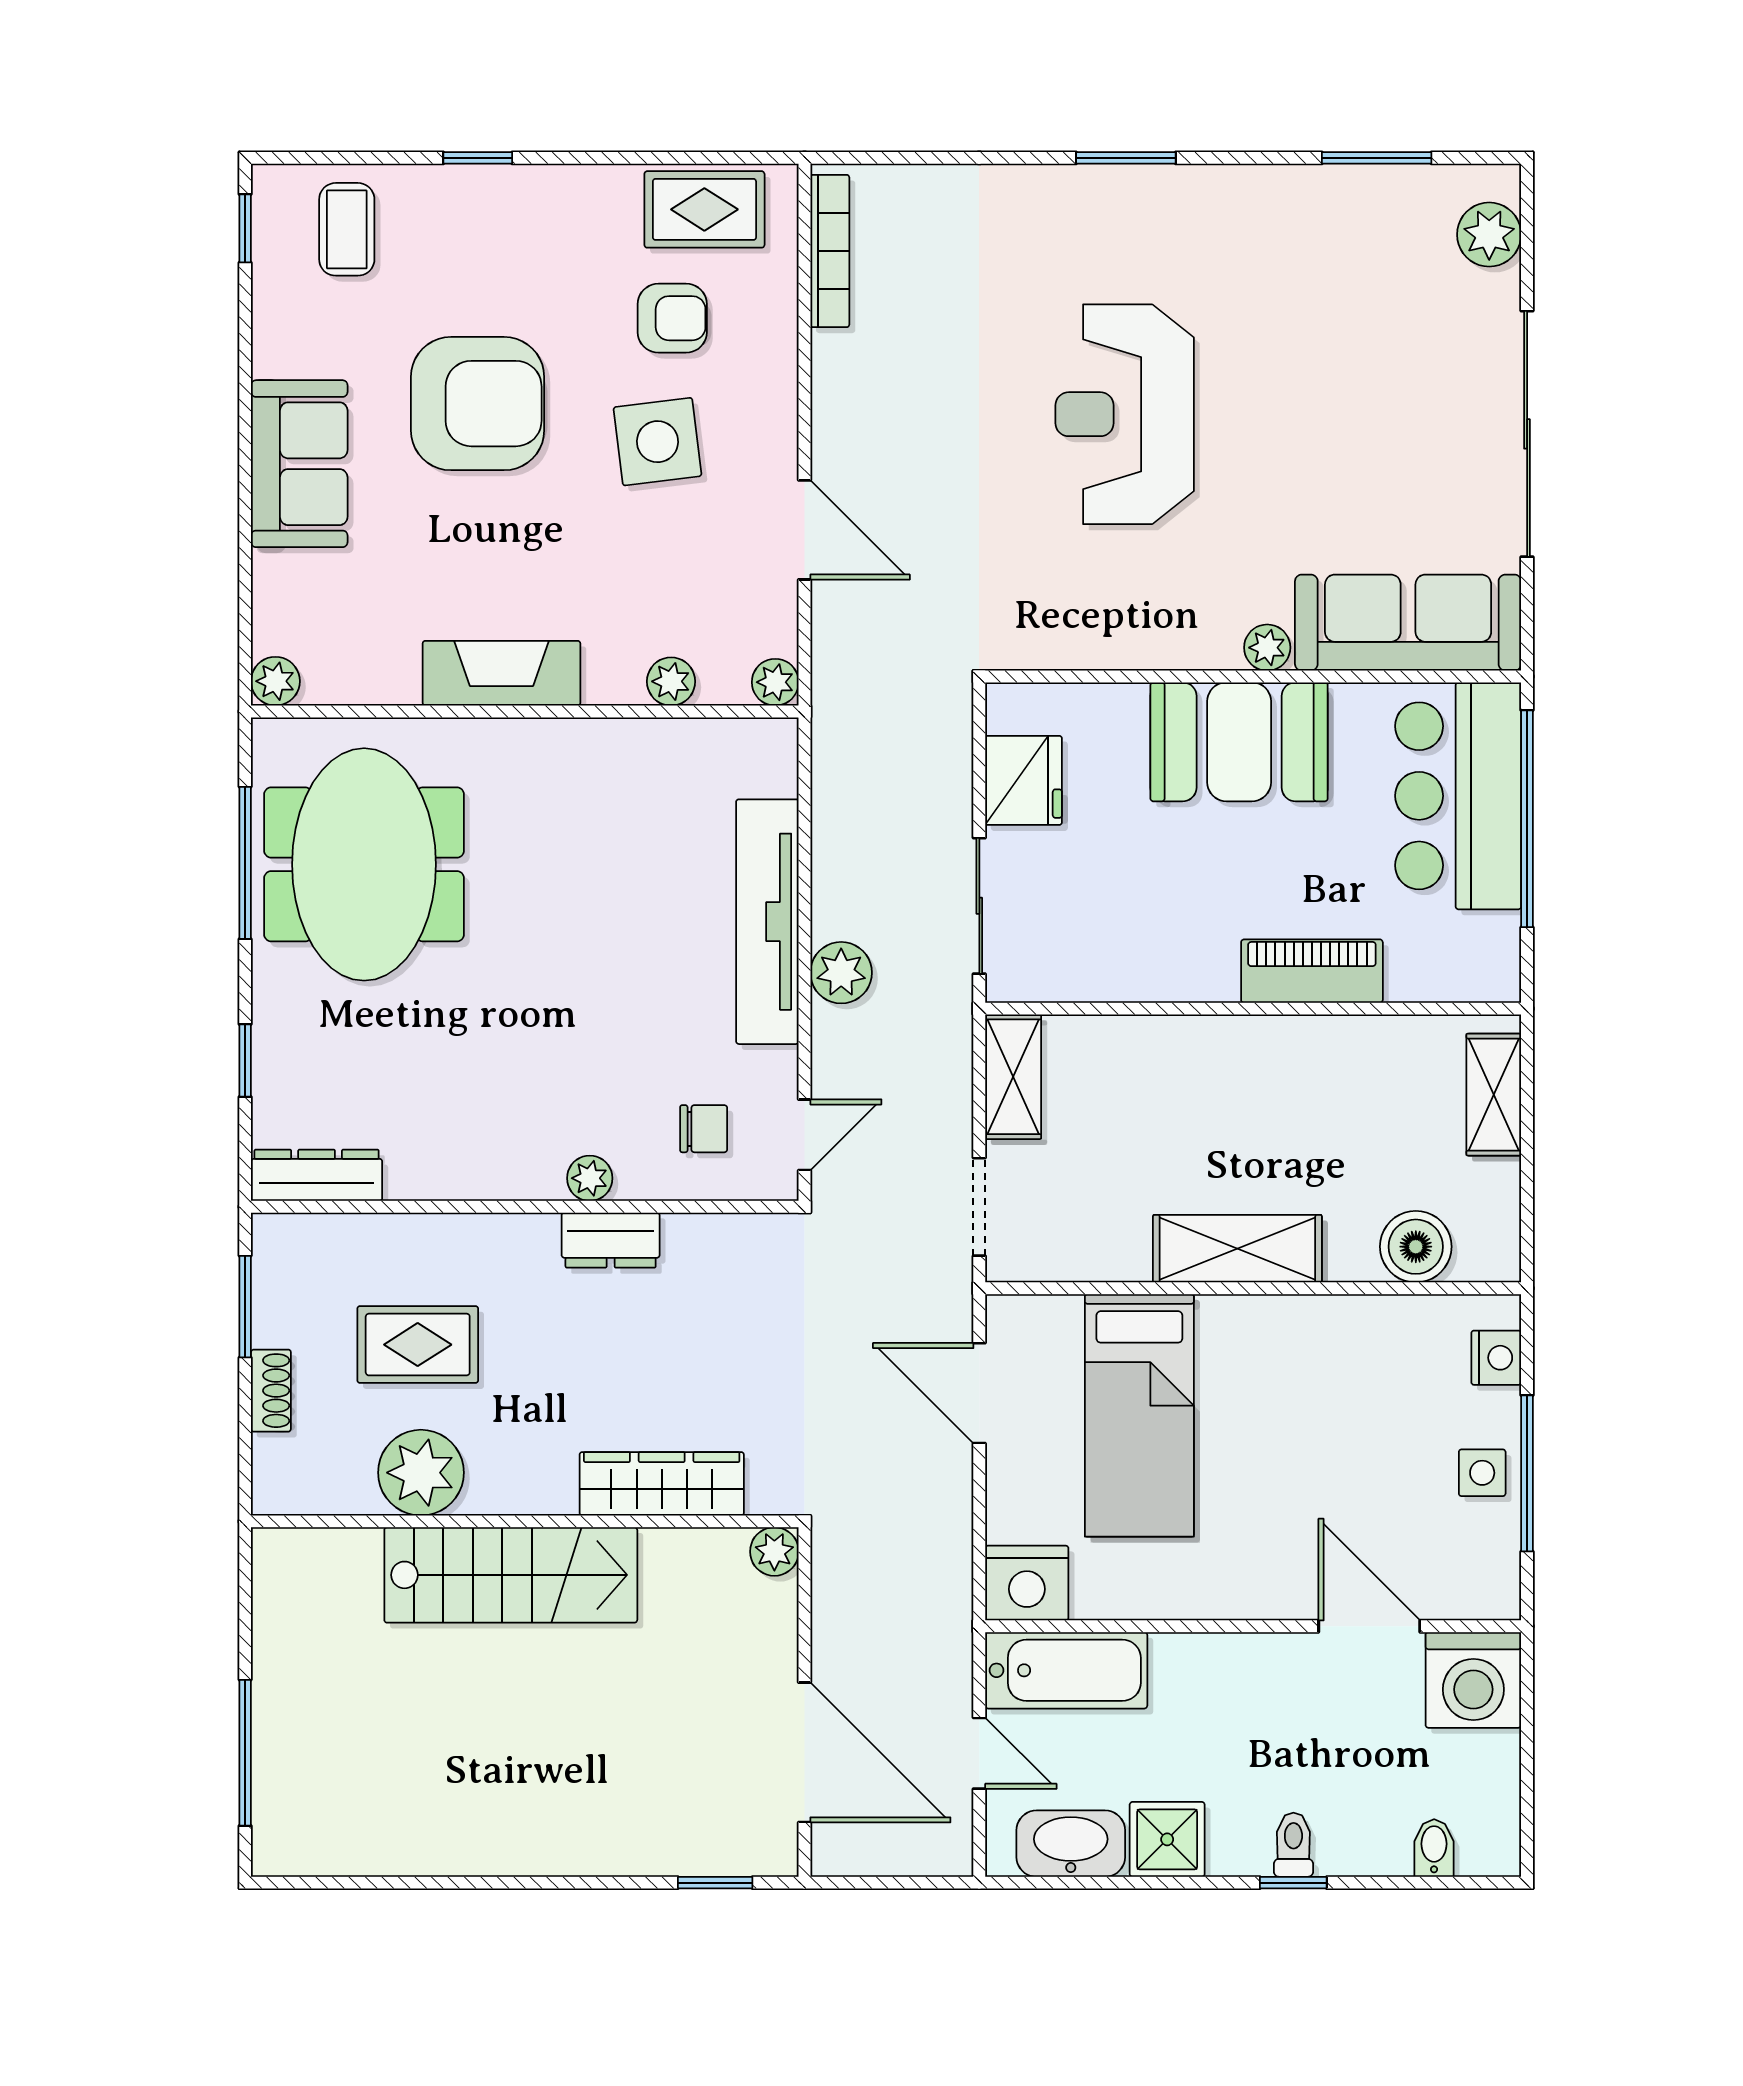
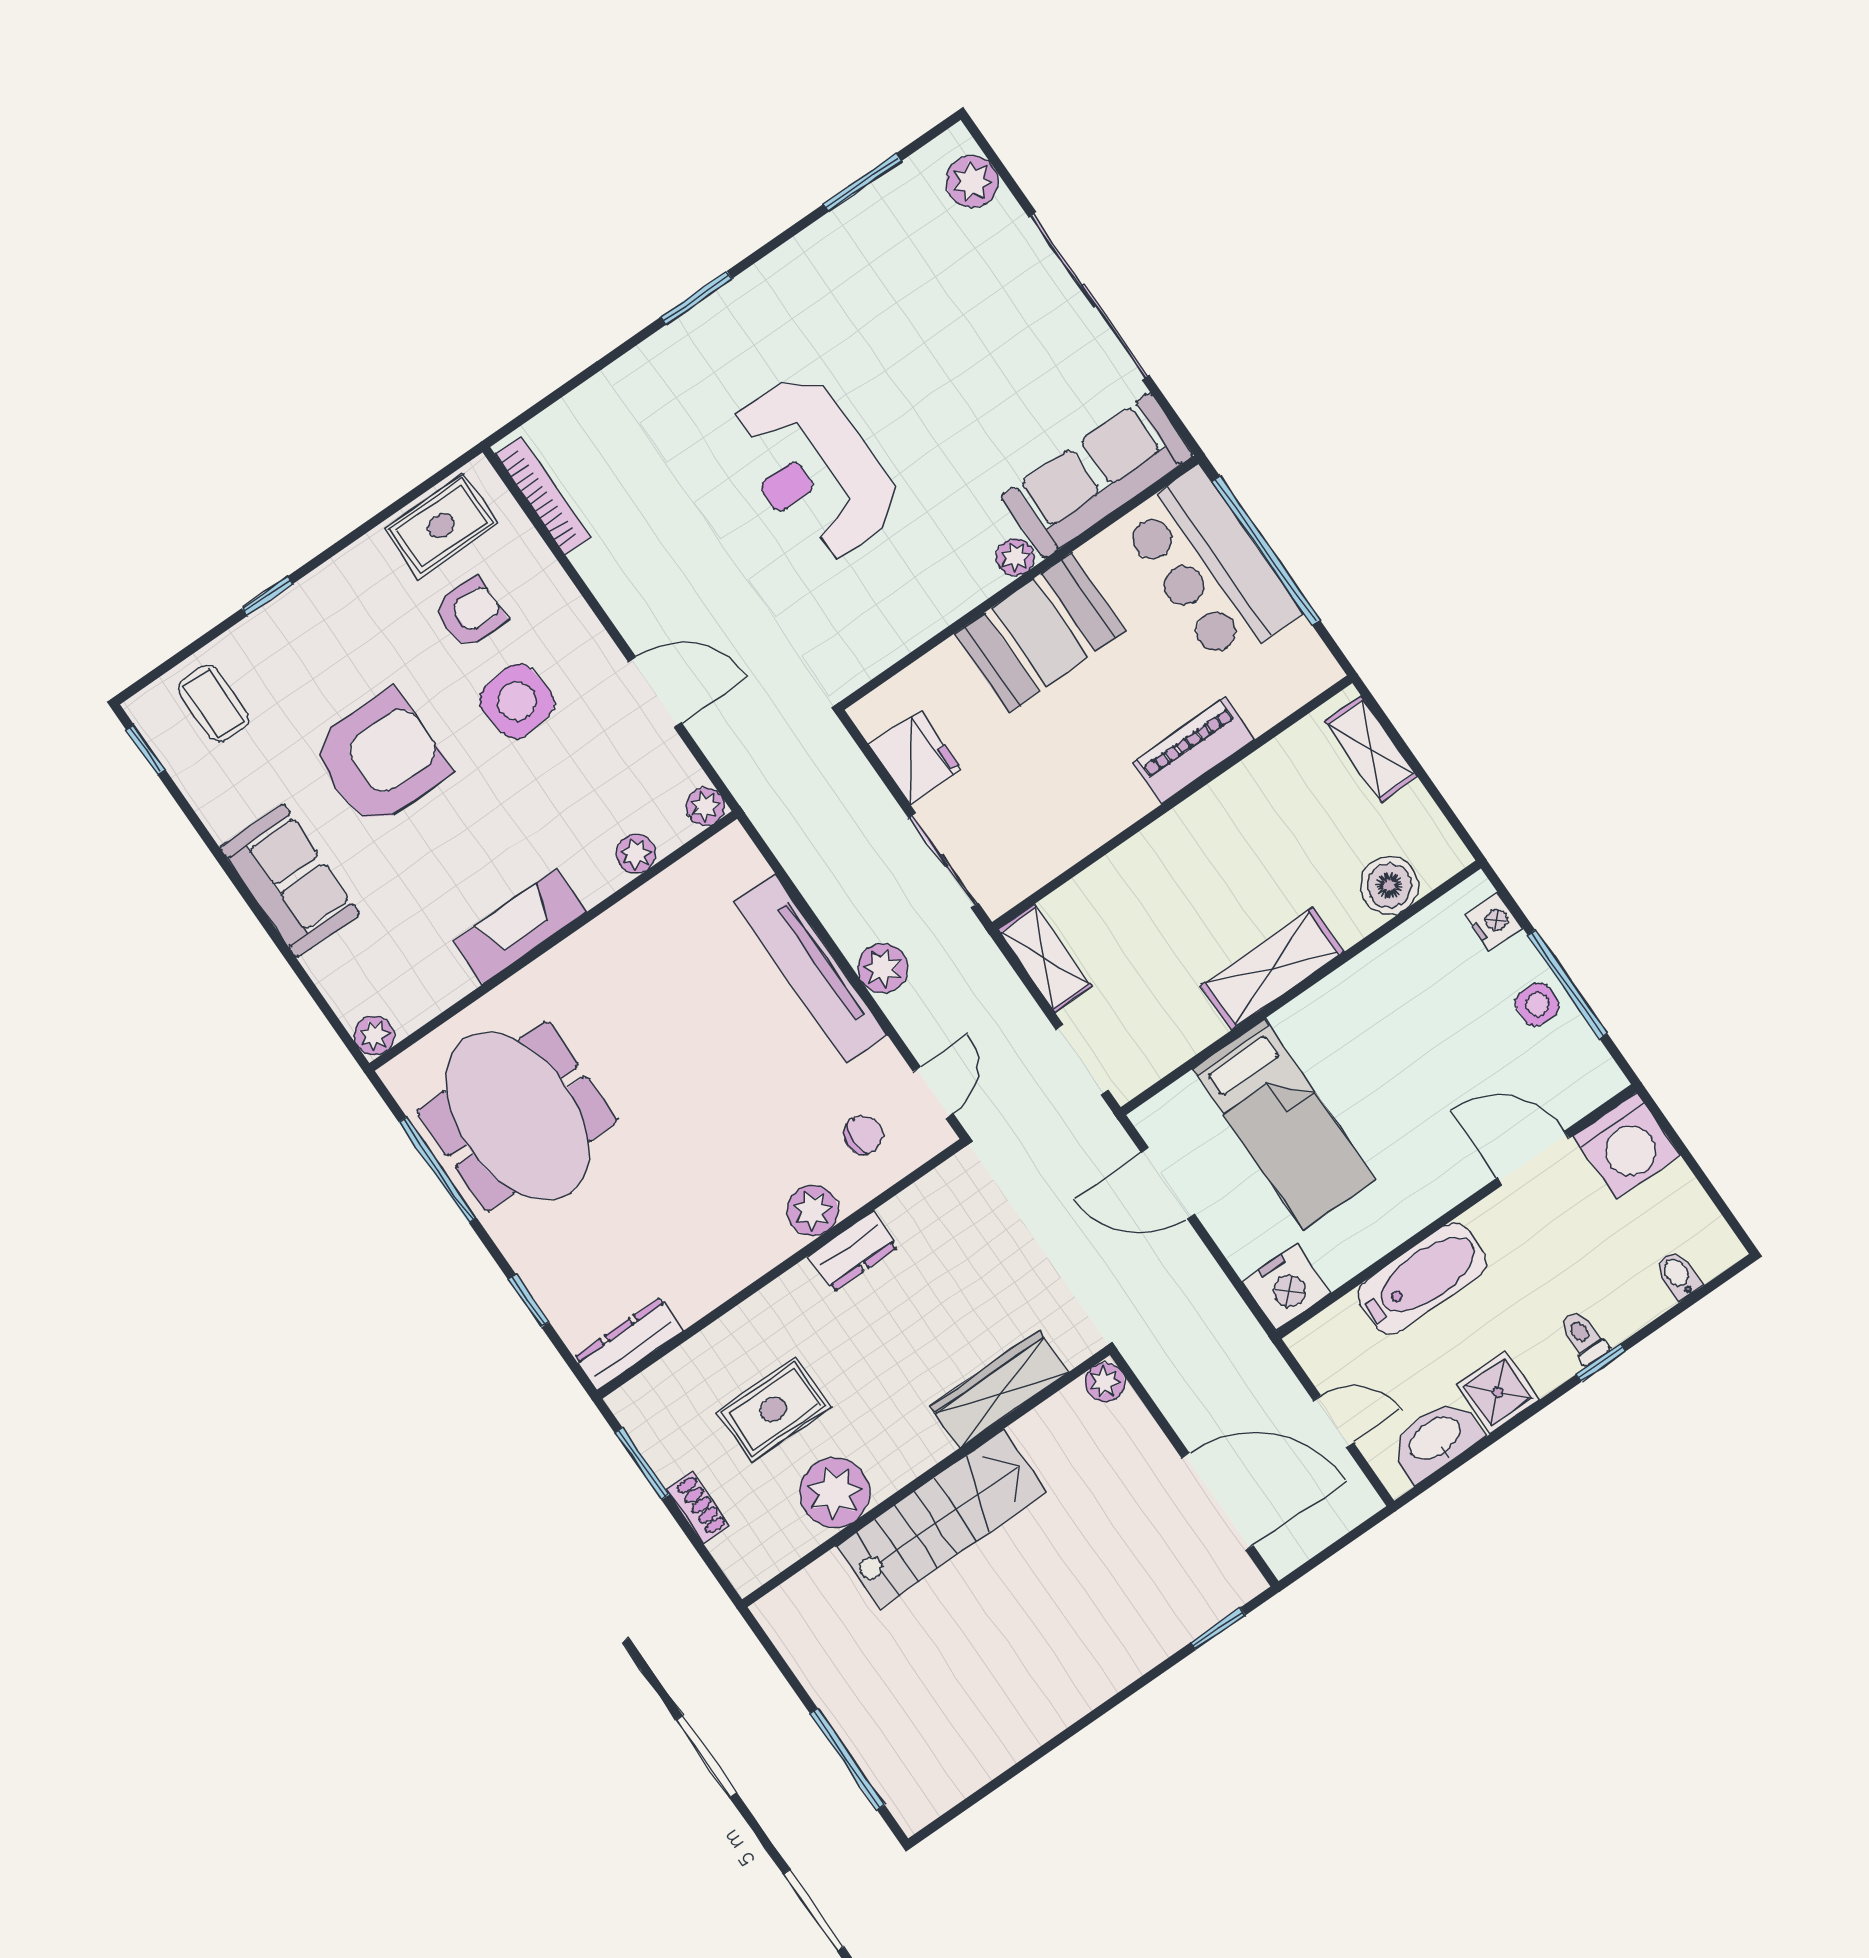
plant: (590, 1178) -> (813, 1211), width x1.38, depth x1.38
bathtub: (1066, 1670) -> (1422, 1278), moved

